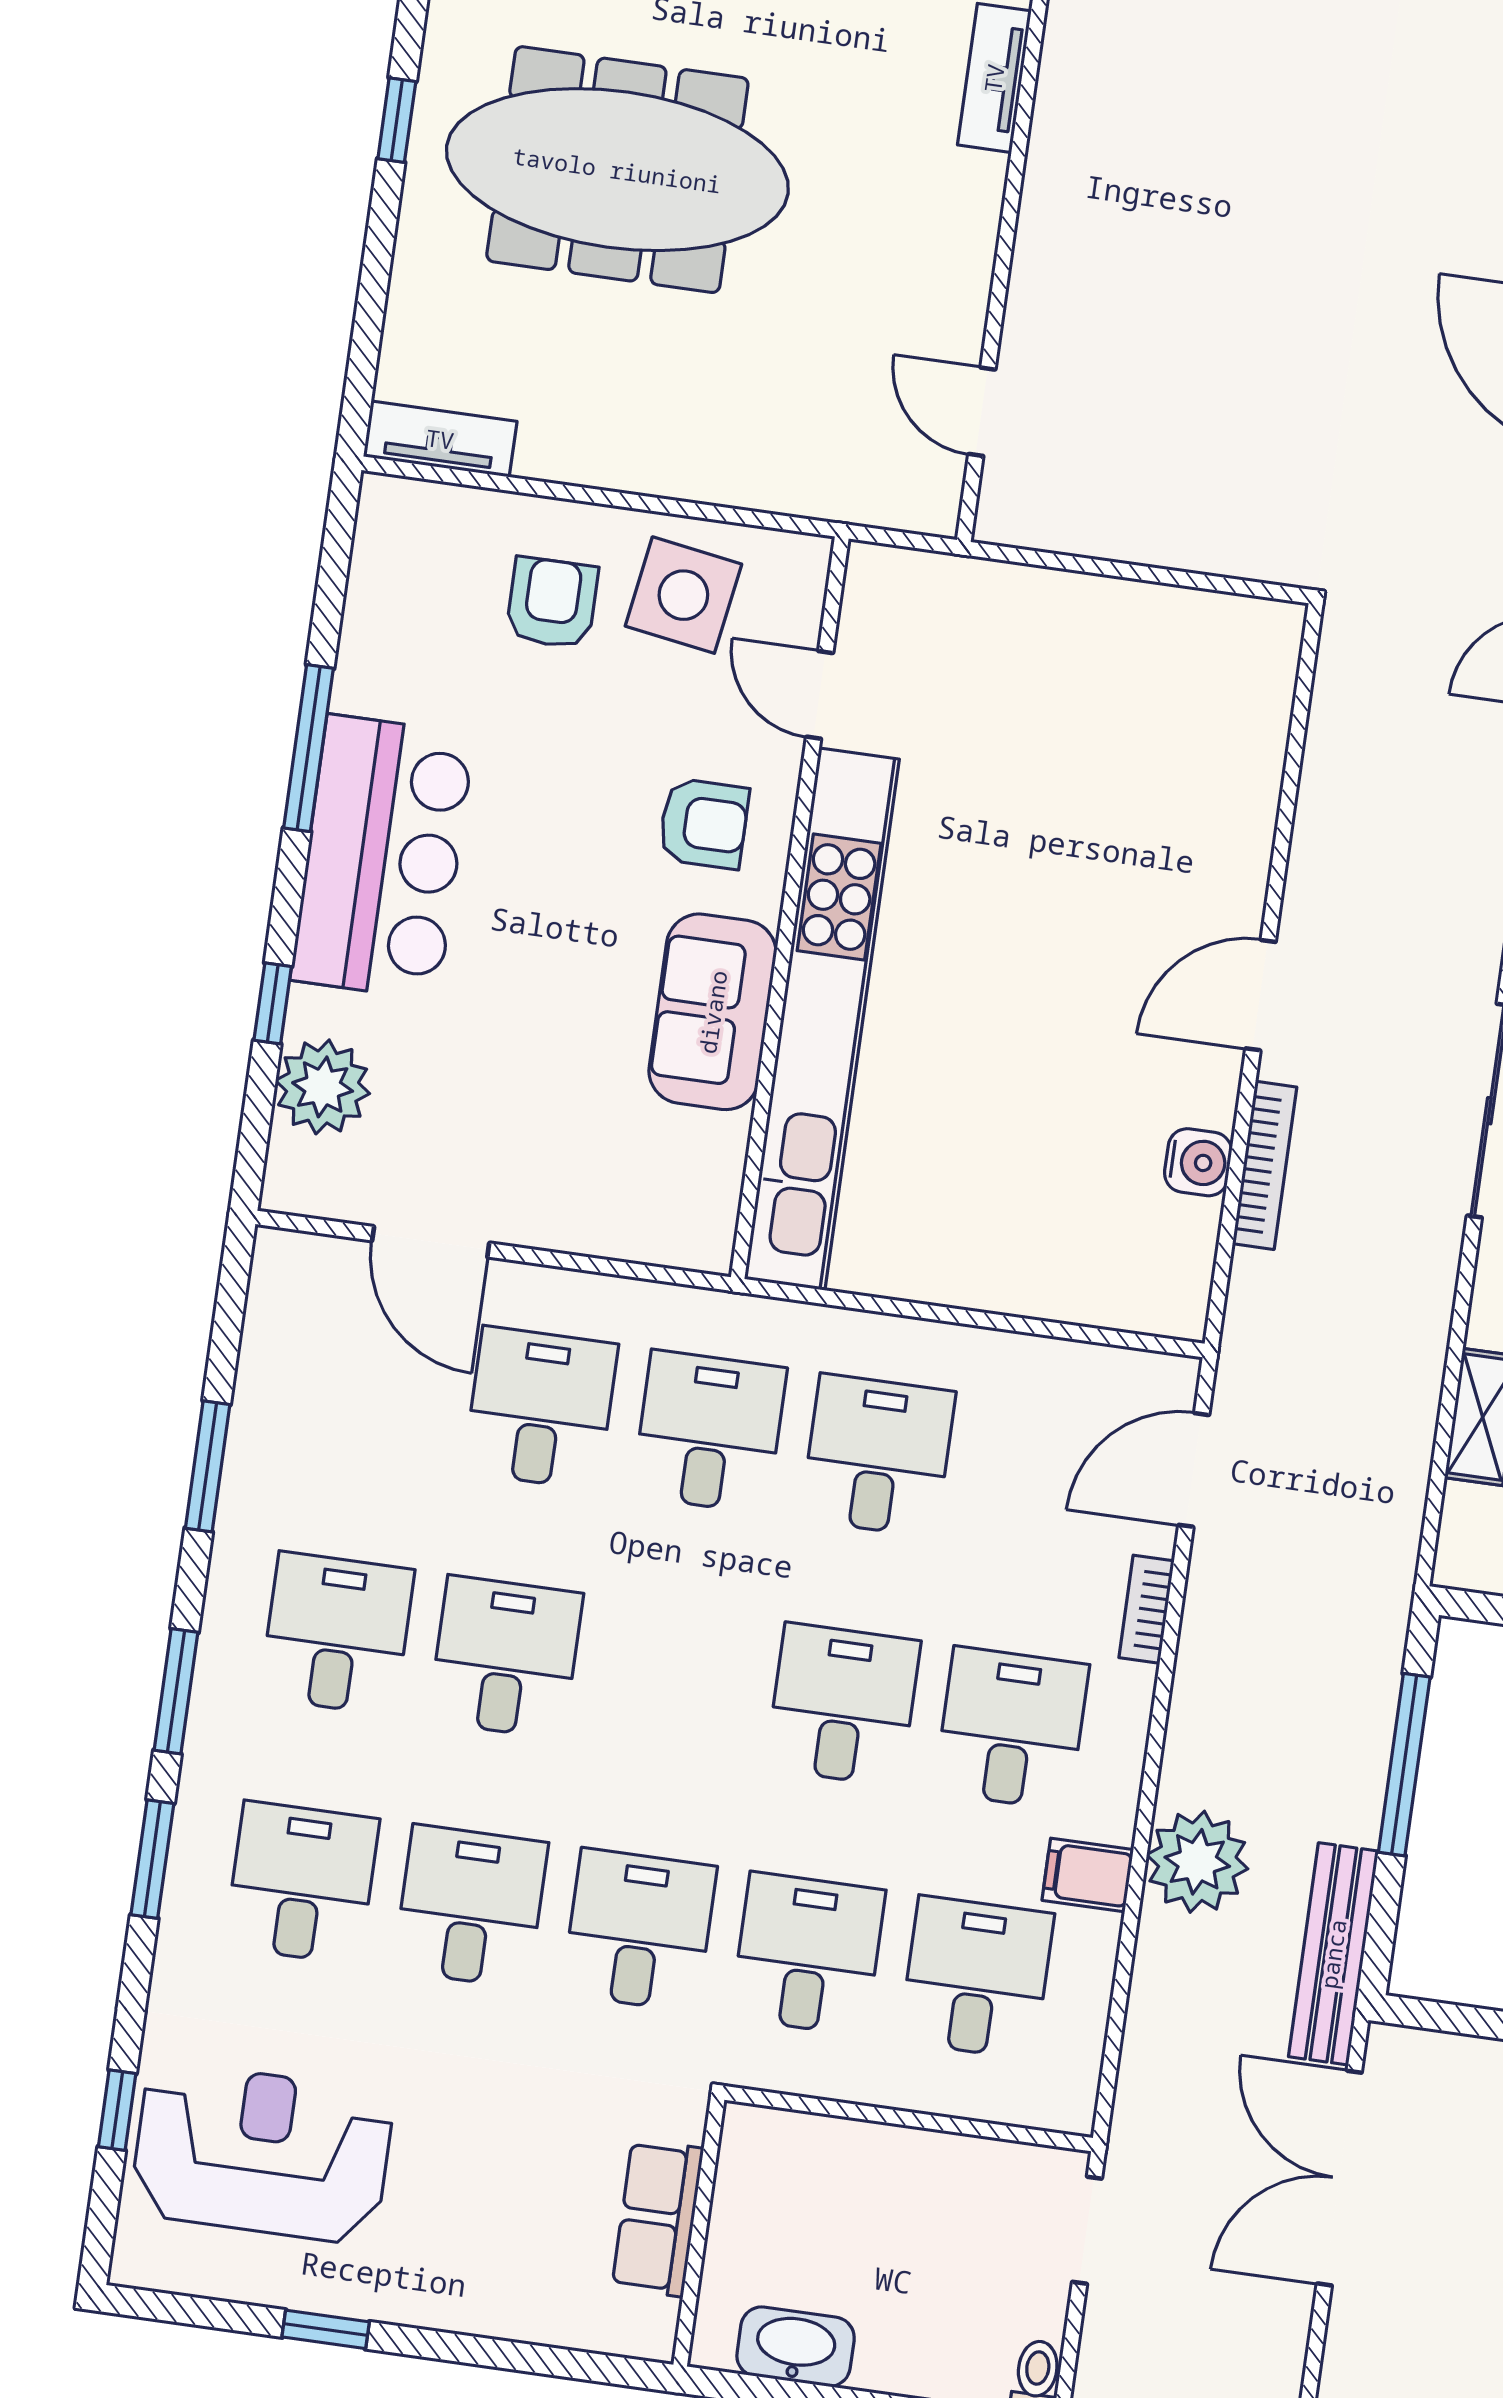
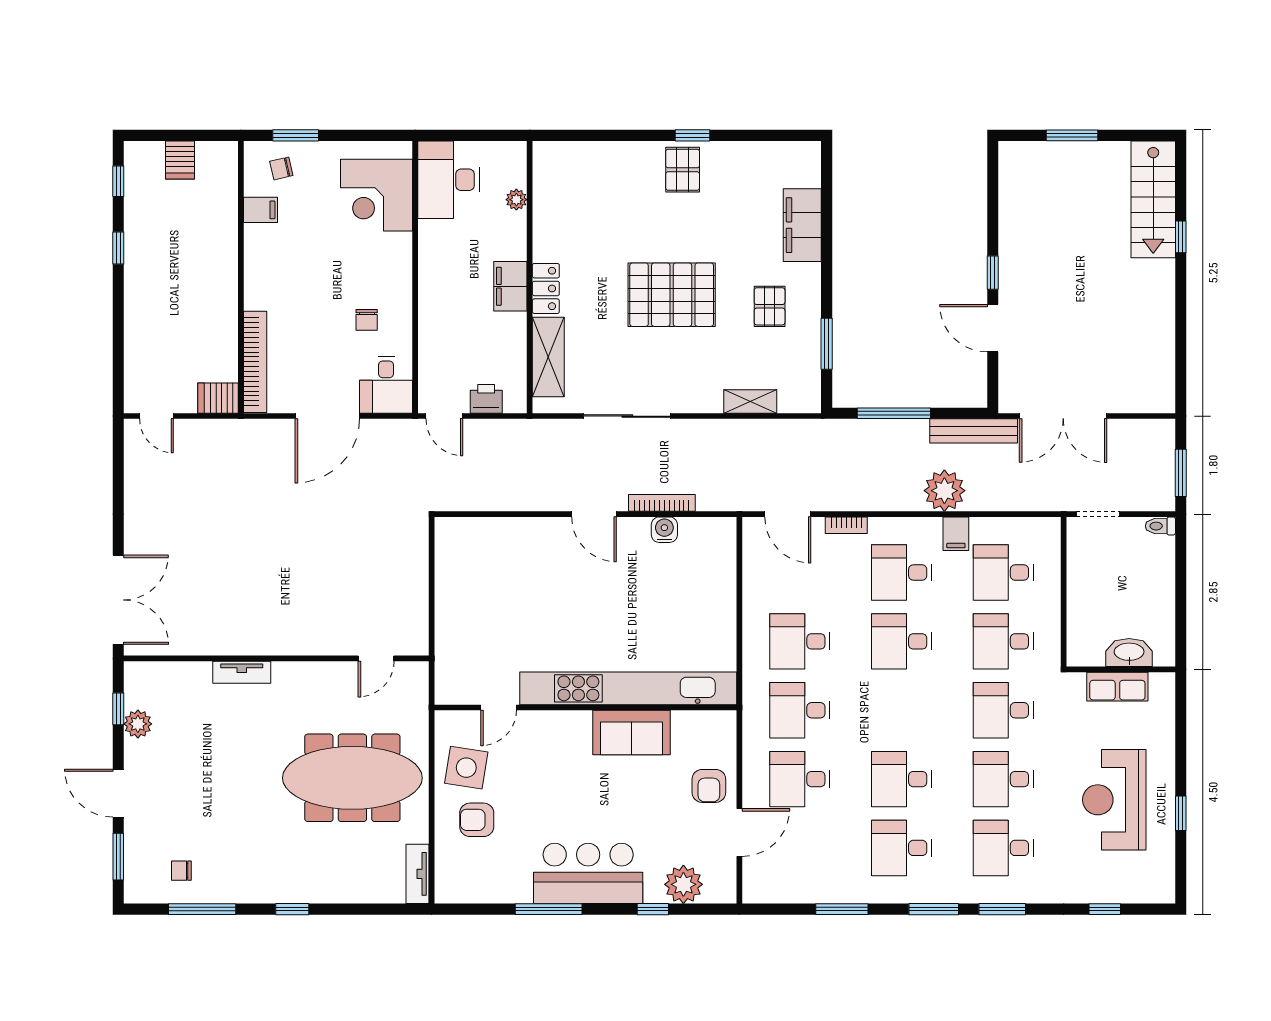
meeting table: (617, 170) -> (352, 778), moved, turned 90
armchair: (704, 824) -> (709, 786), moved, turned 180
reception desk: (262, 2153) -> (1114, 800), moved
washbasin: (796, 2347) -> (1129, 653), moved, turned 90

